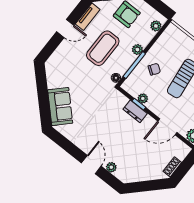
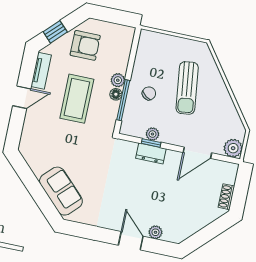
plant: (156, 26) -> (126, 42), removed
floor lamp: (116, 78) -> (116, 94), moved

